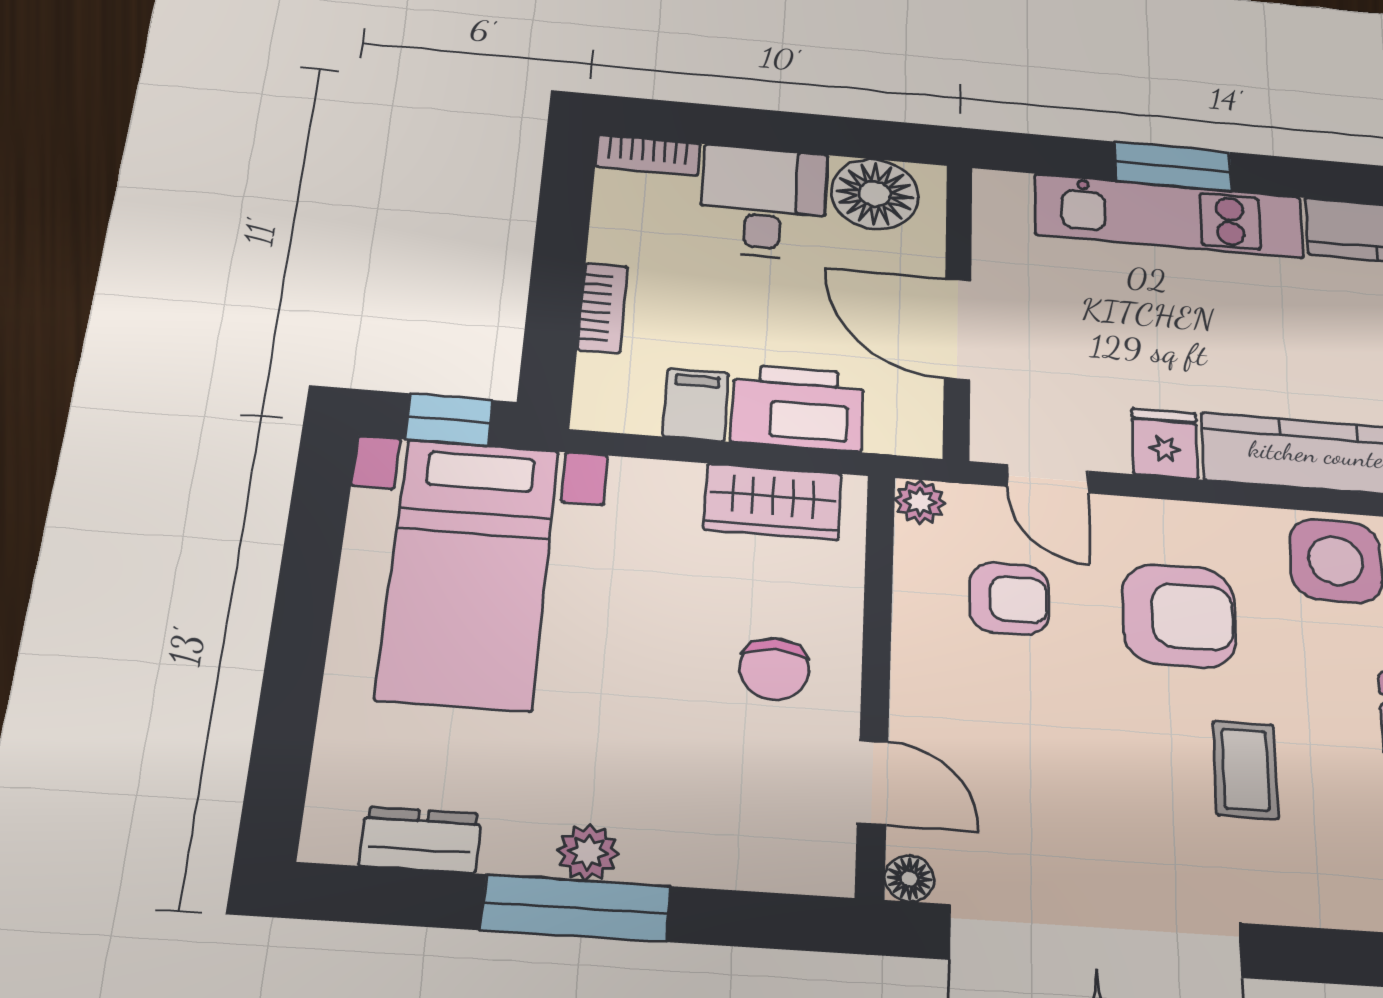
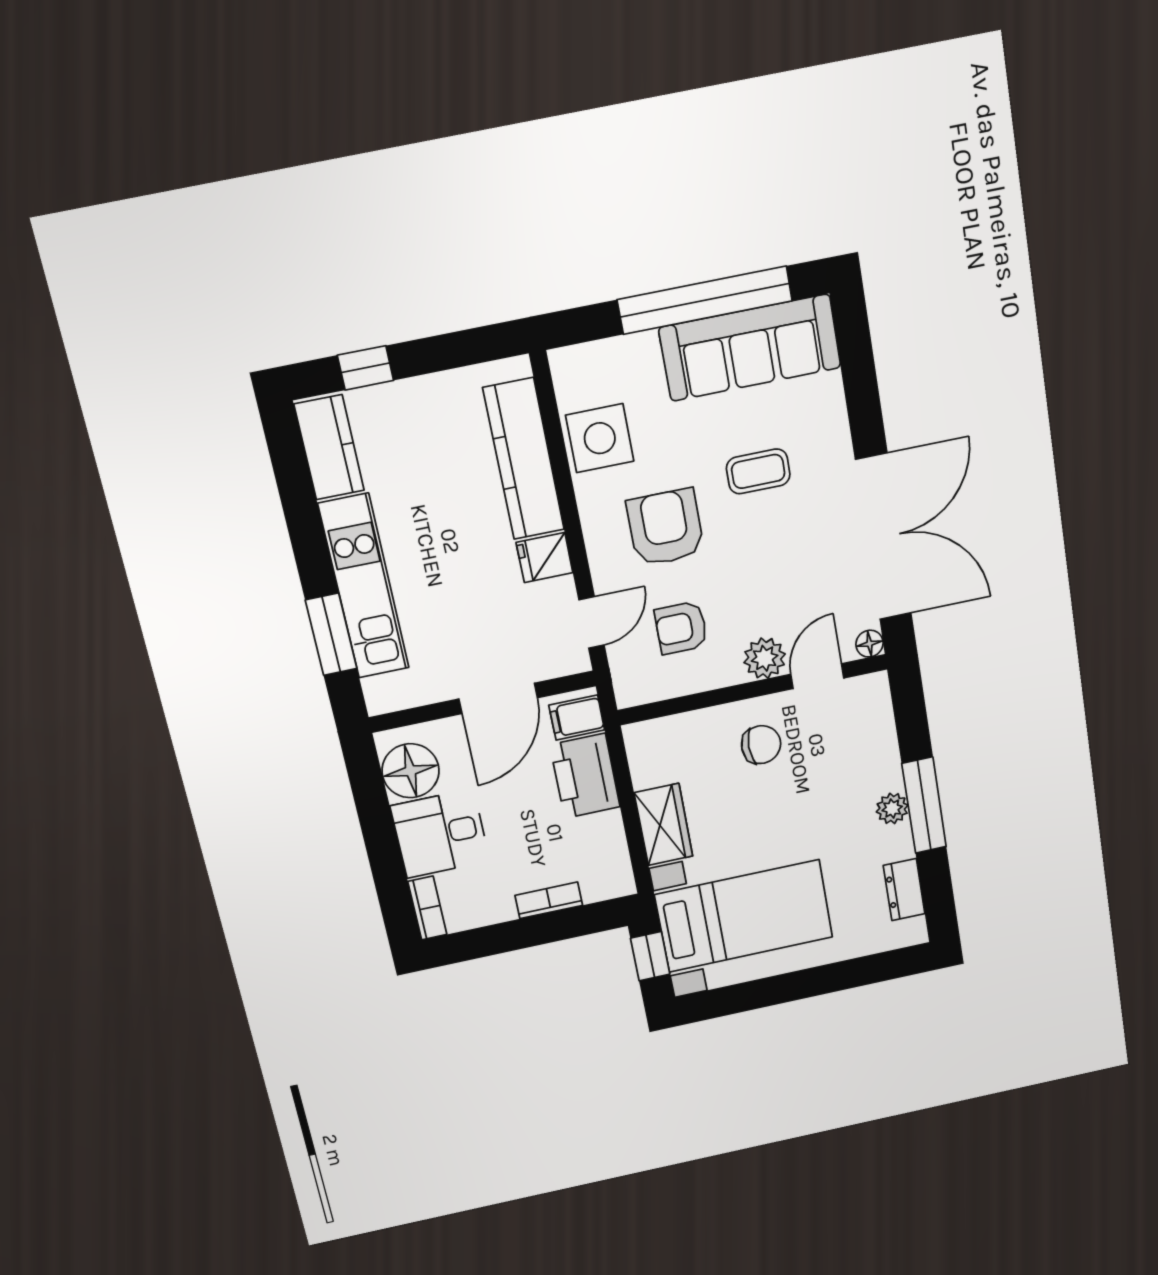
window: (1173, 166) -> (331, 634), moved
filing cabinet: (696, 405) -> (577, 718), moved
wardrobe: (773, 502) -> (663, 825), moved
plant: (920, 502) -> (765, 658), moved, width x1.38, depth x1.38
armchair: (1009, 599) -> (681, 628), turned -90

